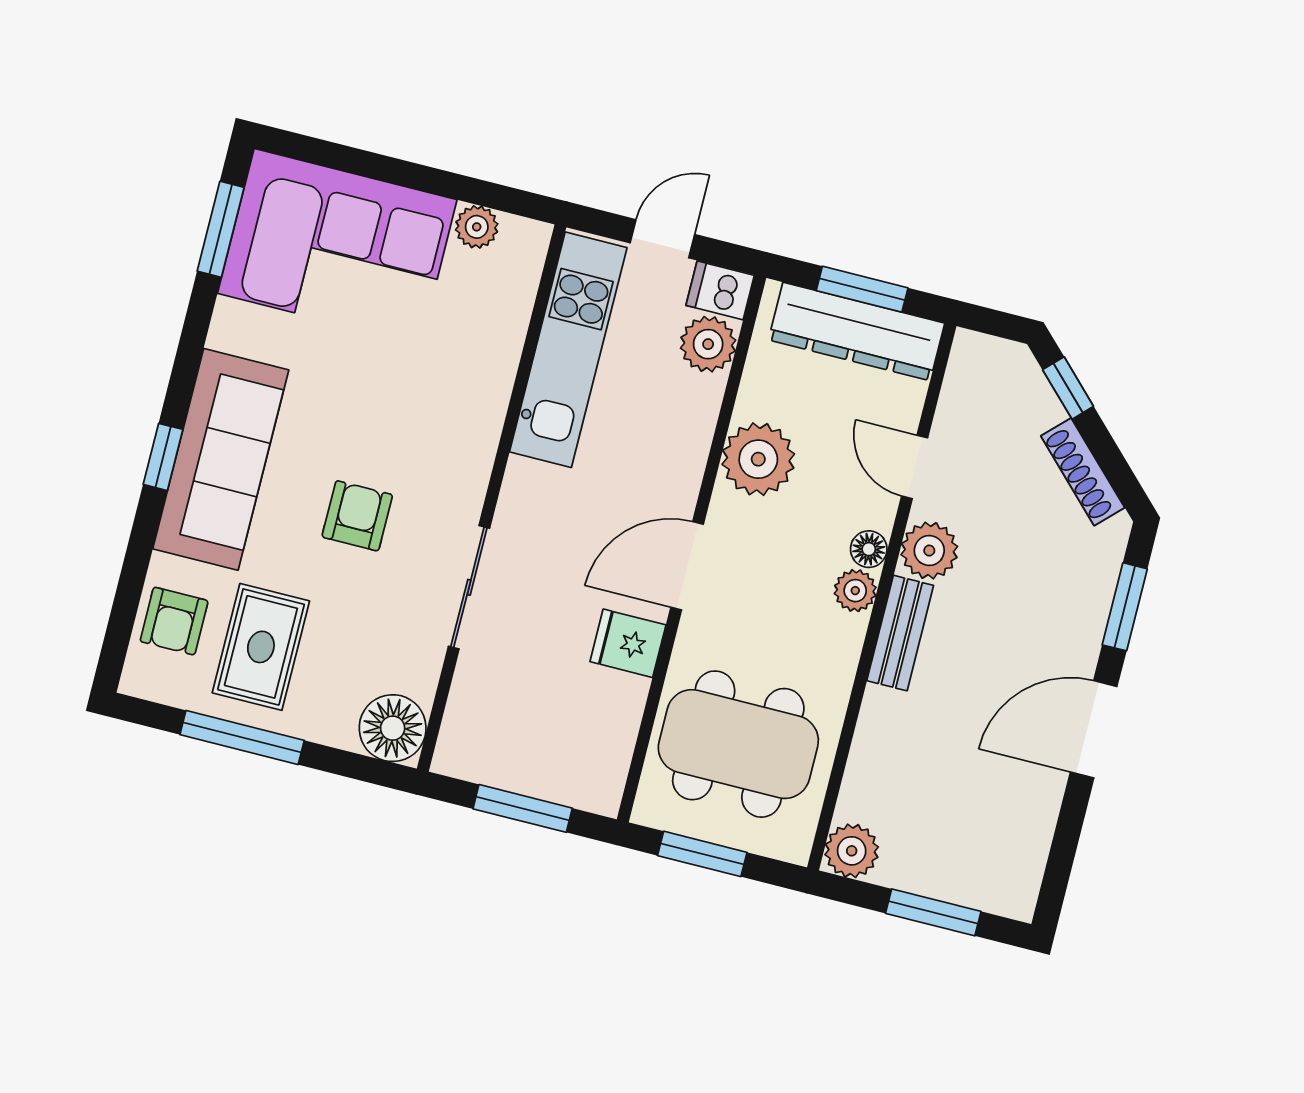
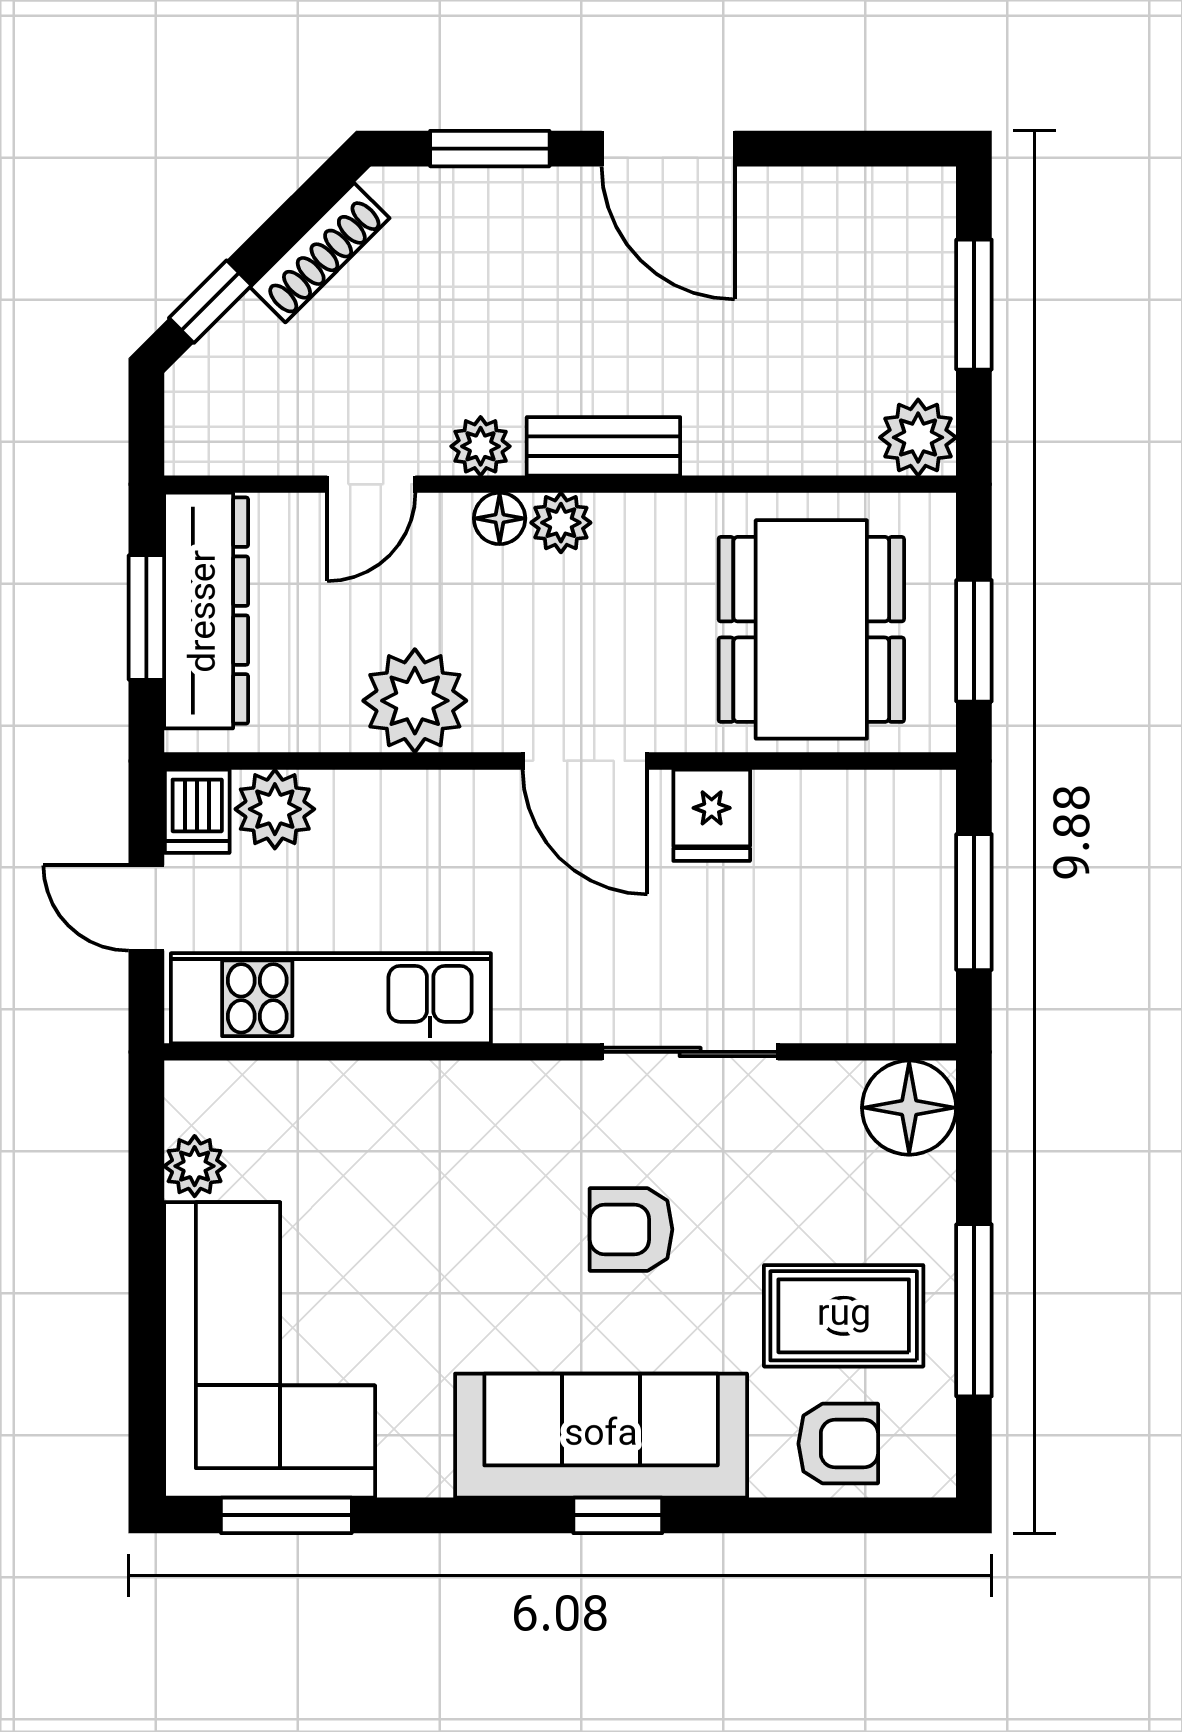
plant: (929, 551) -> (481, 446), width x0.73, depth x0.73

